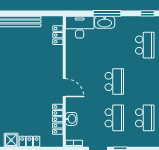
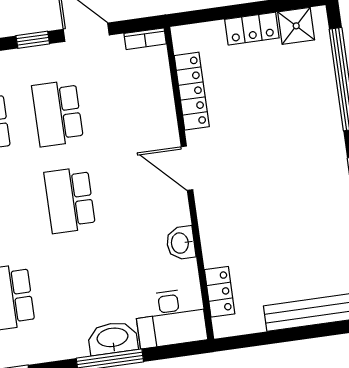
washbasin: (71, 119) -> (181, 243), moved

